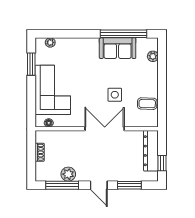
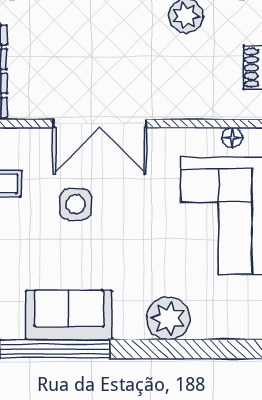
plant: (50, 42) -> (168, 318), moved, width x1.87, depth x1.87

